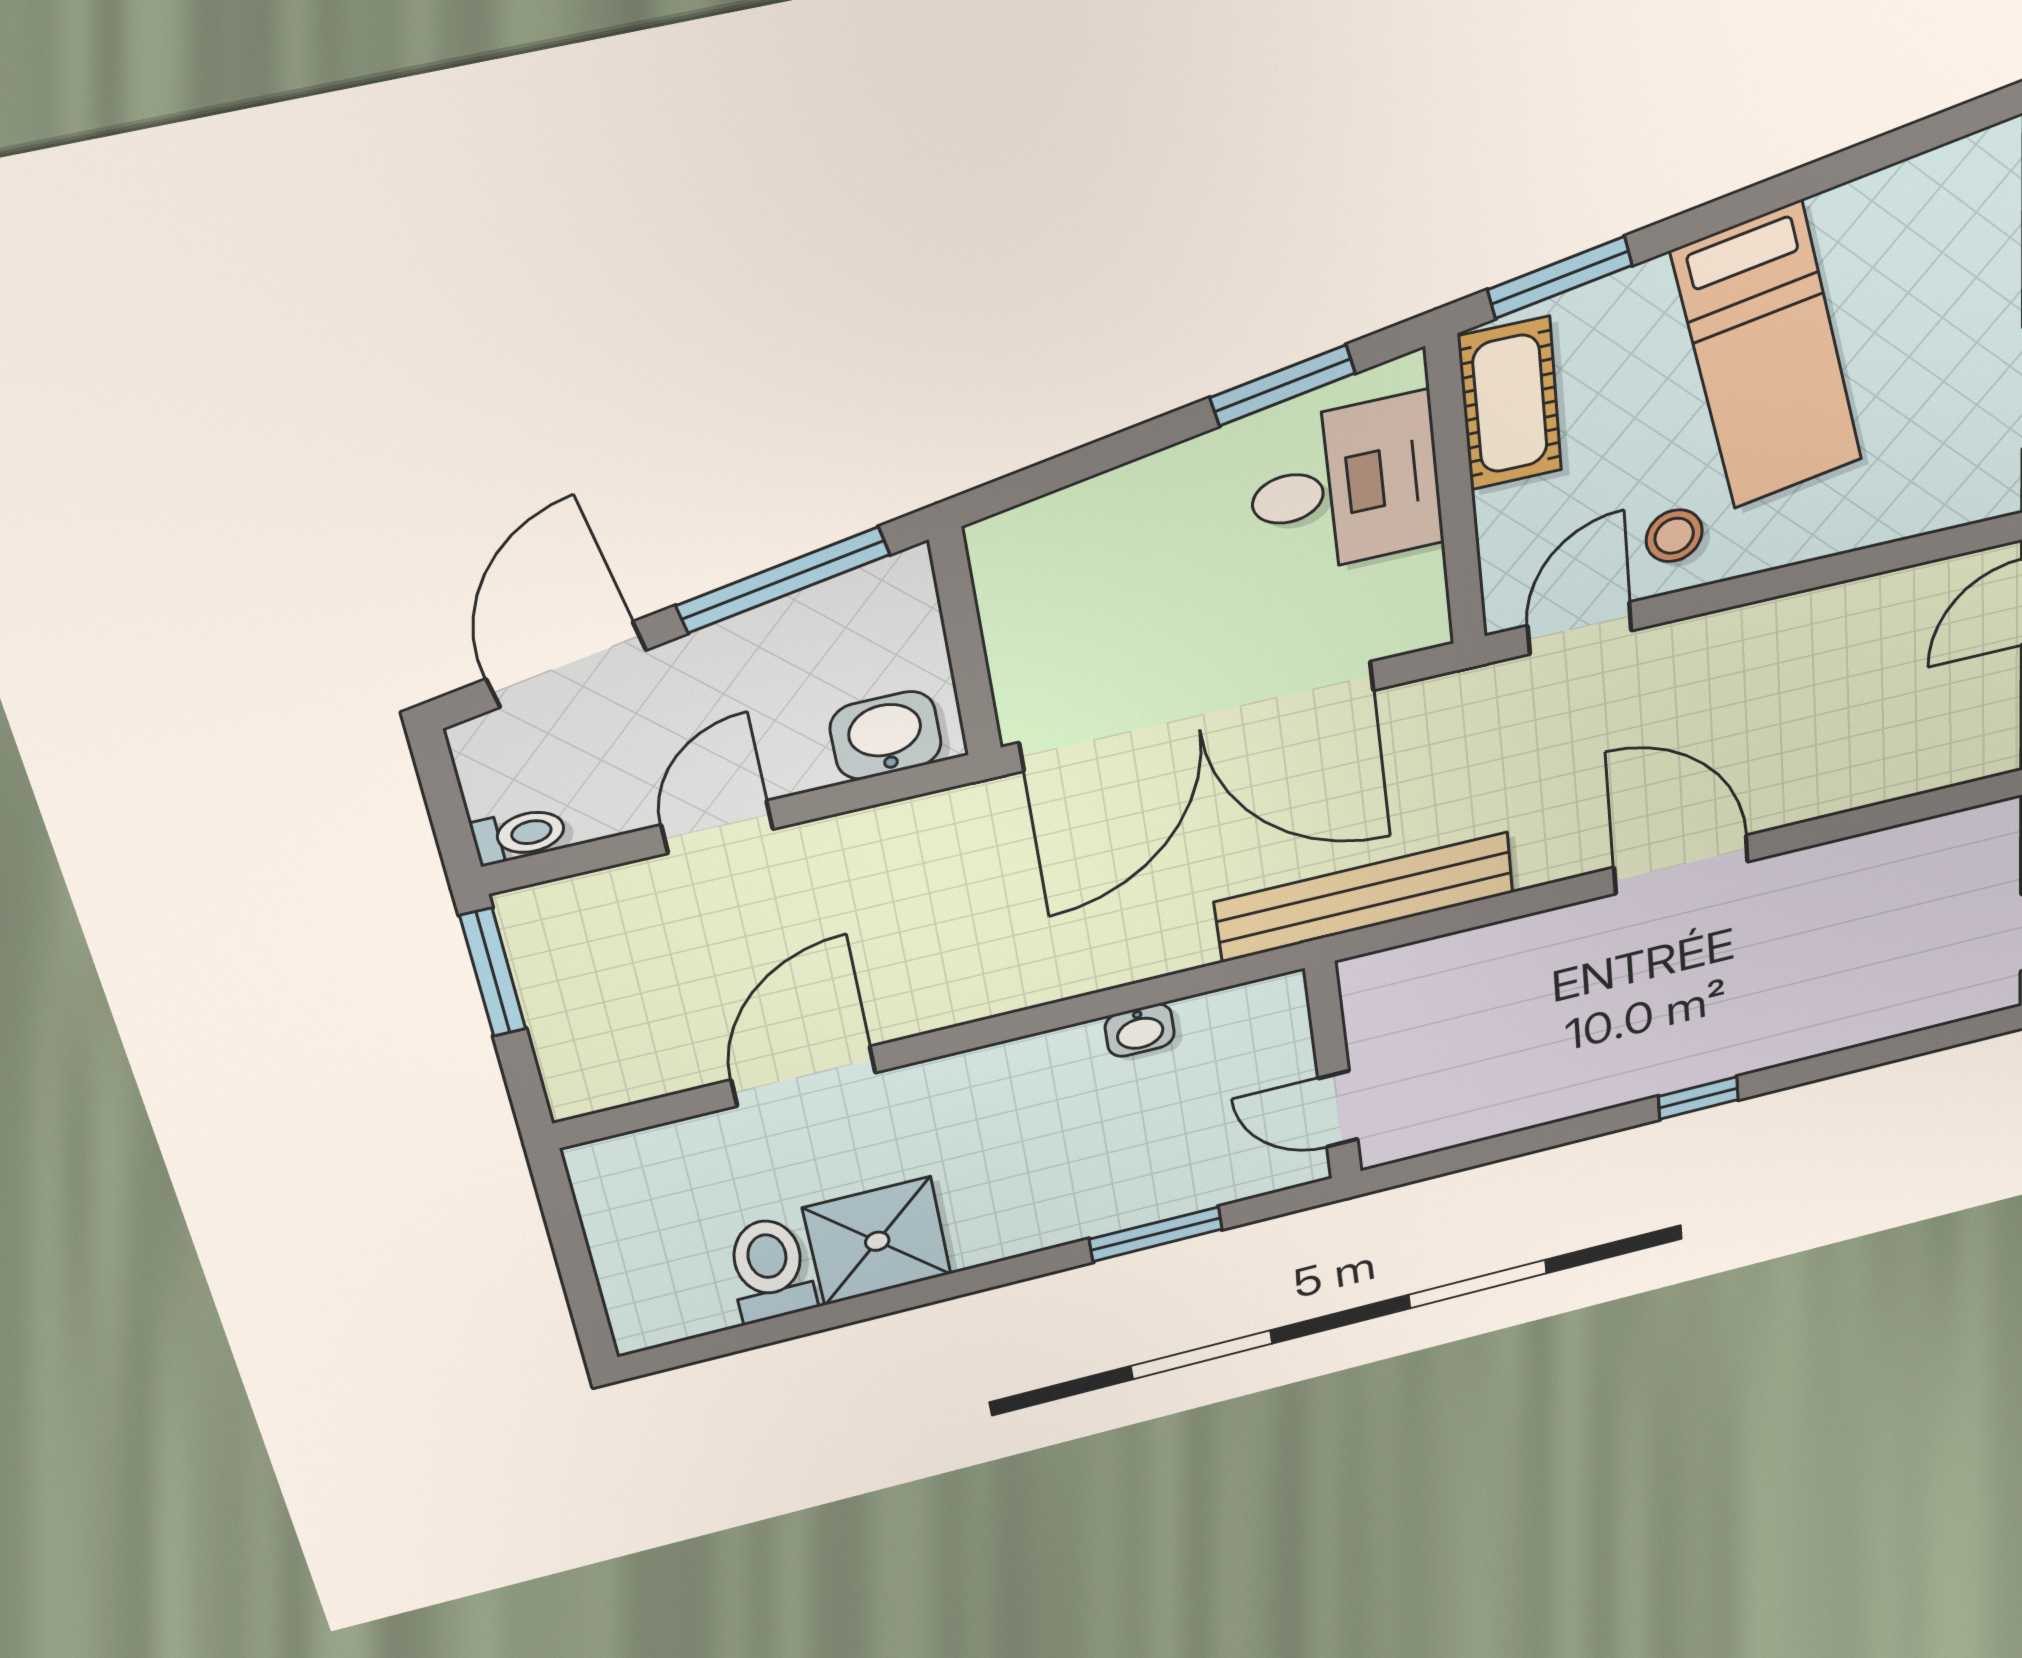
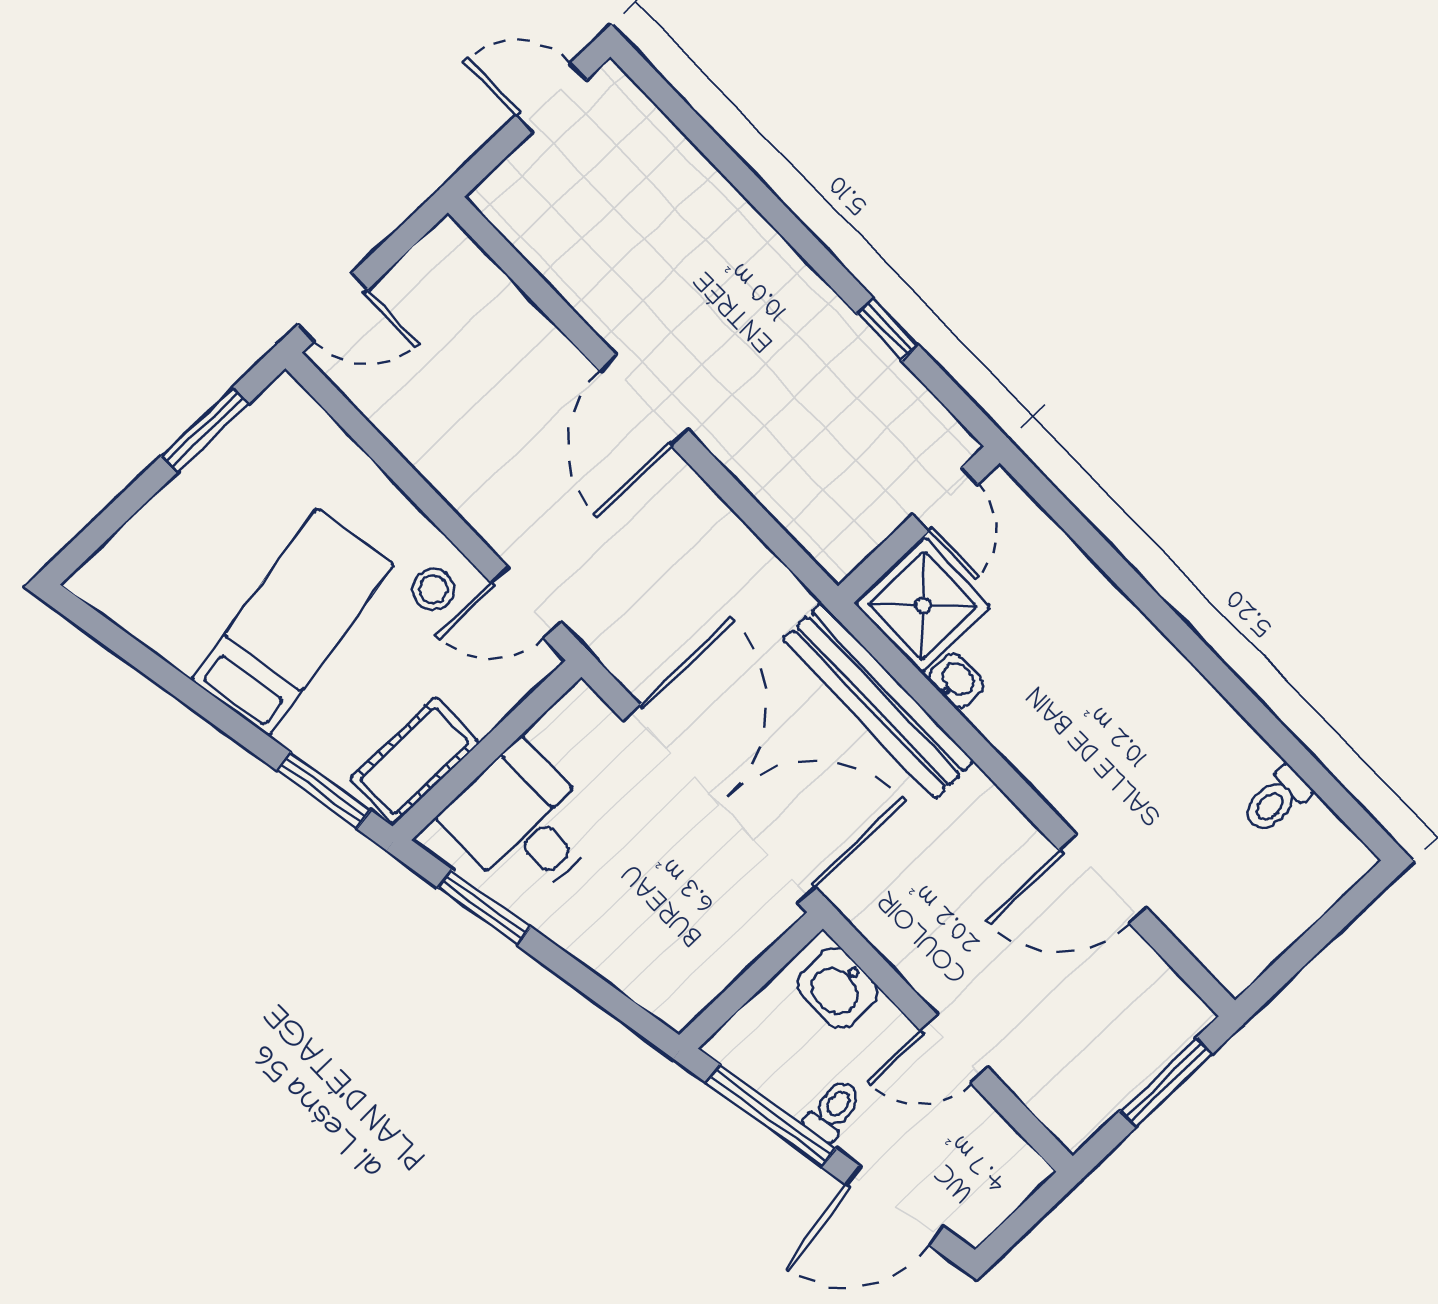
toilet: (519, 835) -> (833, 1110), moved, turned 80
bench: (1365, 897) -> (878, 701), moved
window: (493, 972) -> (1166, 1083), moved
window: (1698, 1098) -> (888, 329), moved
window: (1156, 1234) -> (1105, 556), removed
shower: (877, 1241) -> (923, 605), moved
toilet: (770, 1269) -> (1276, 800), width x0.73, depth x0.72

